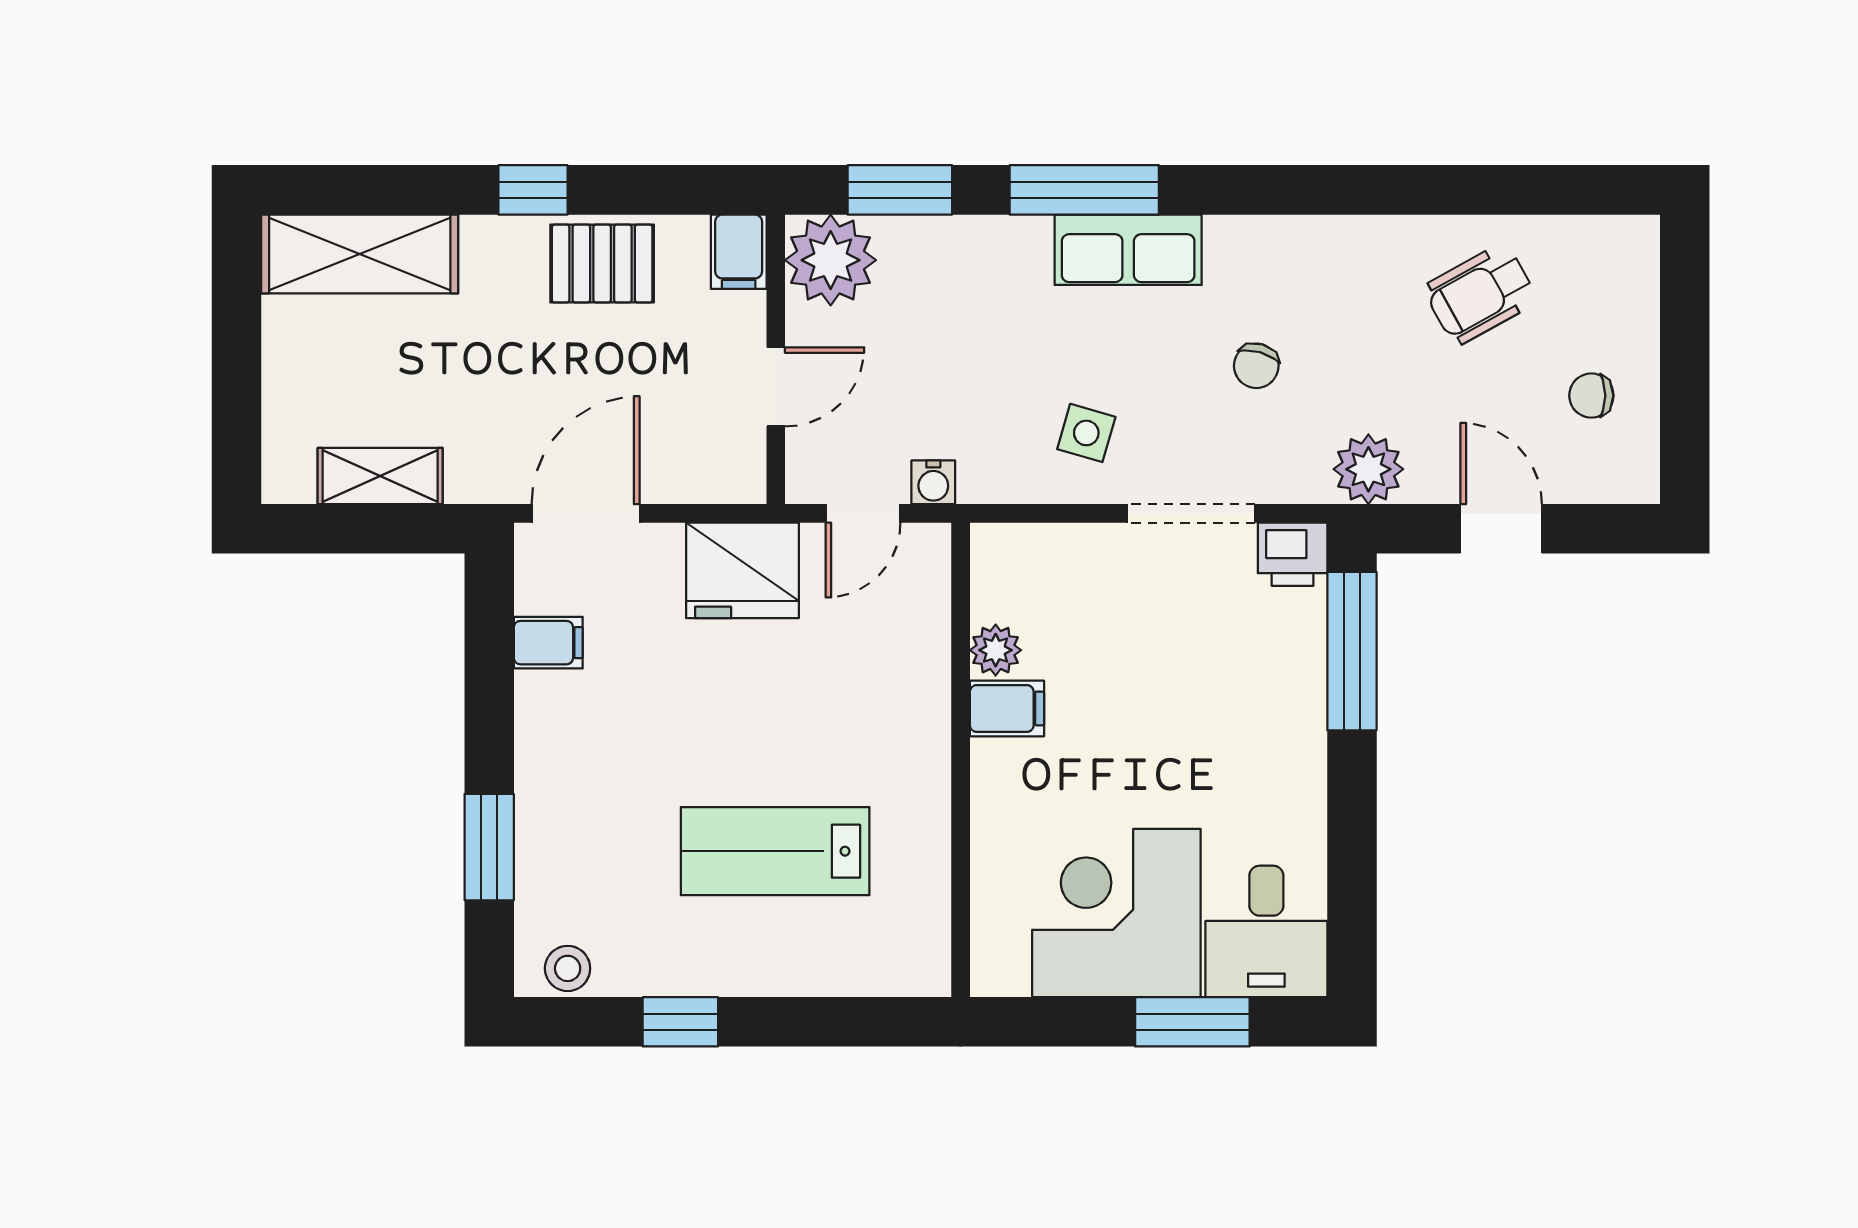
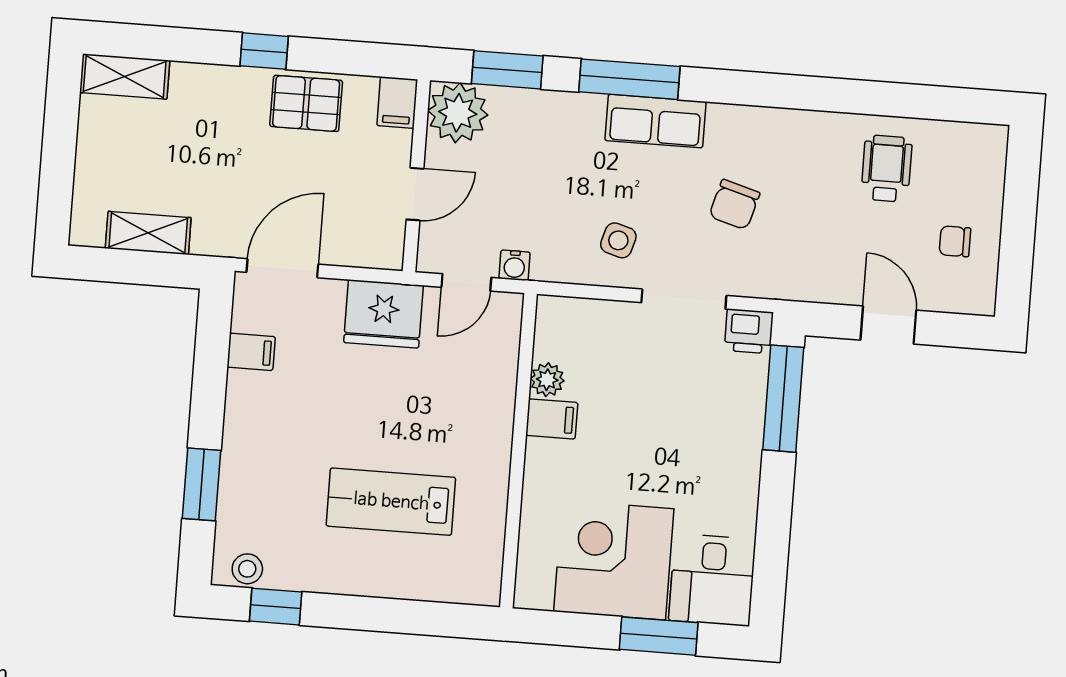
shelving: (360, 254) -> (125, 76), width x0.67, depth x0.75
wheelchair: (1480, 294) -> (887, 169), turned 119
chair: (1256, 366) -> (734, 205), width x1.37, depth x1.37
plant: (1368, 469) -> (803, 279), removed
window: (680, 1022) -> (276, 607), moved

